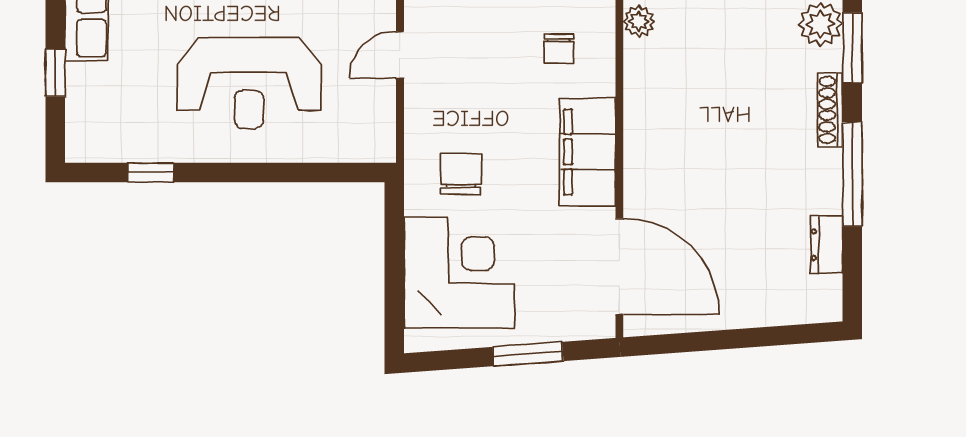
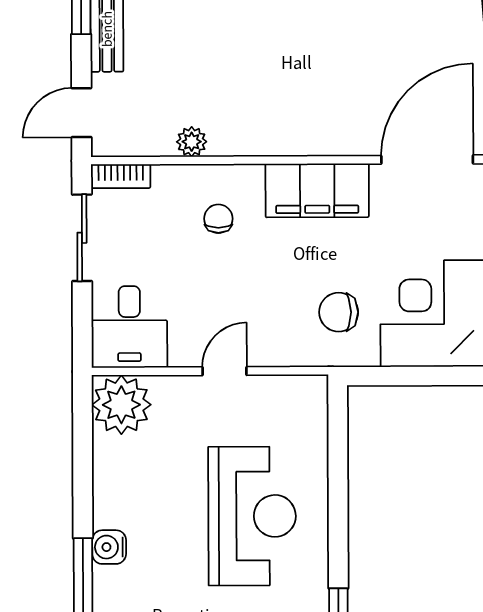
chair: (559, 49) -> (218, 219), turned -90
door: (400, 55) -> (224, 371), swing flipped

